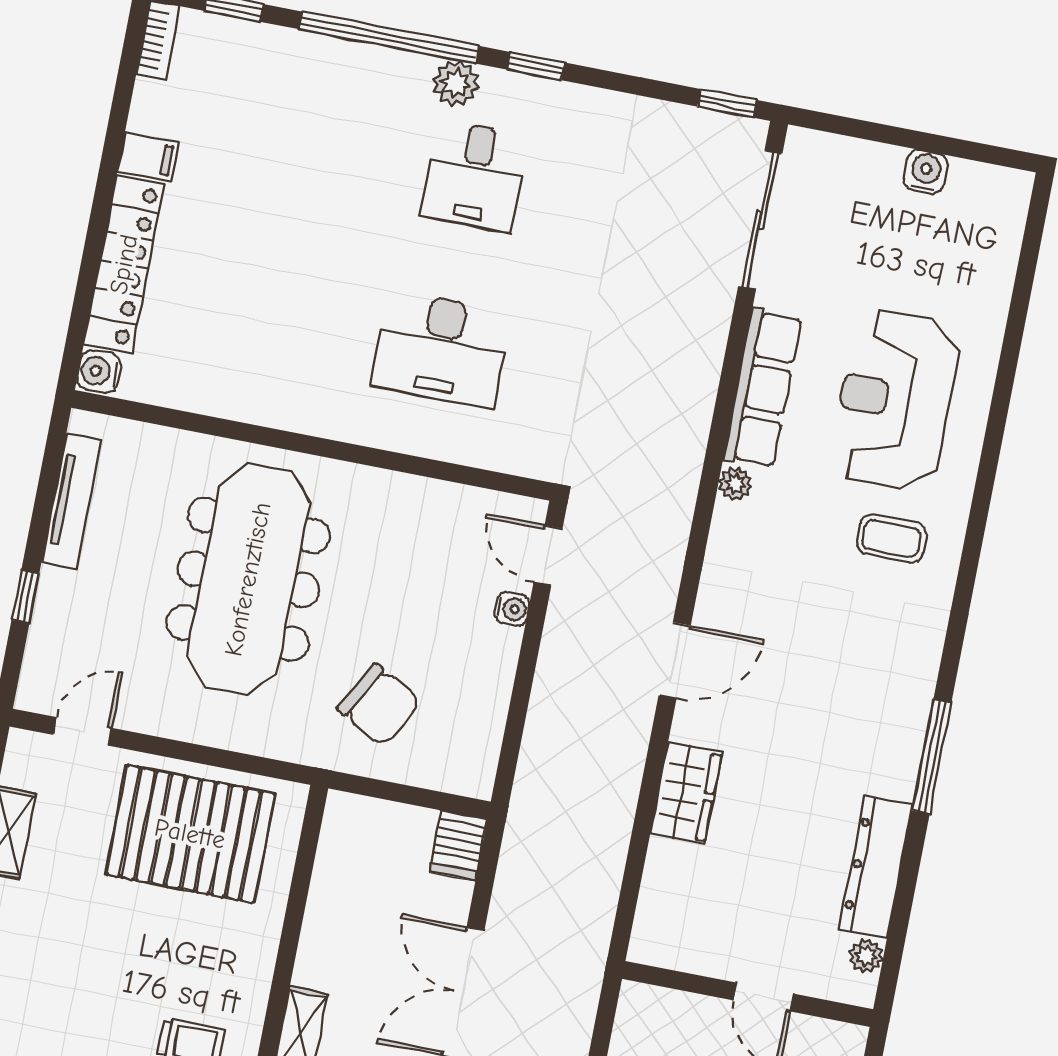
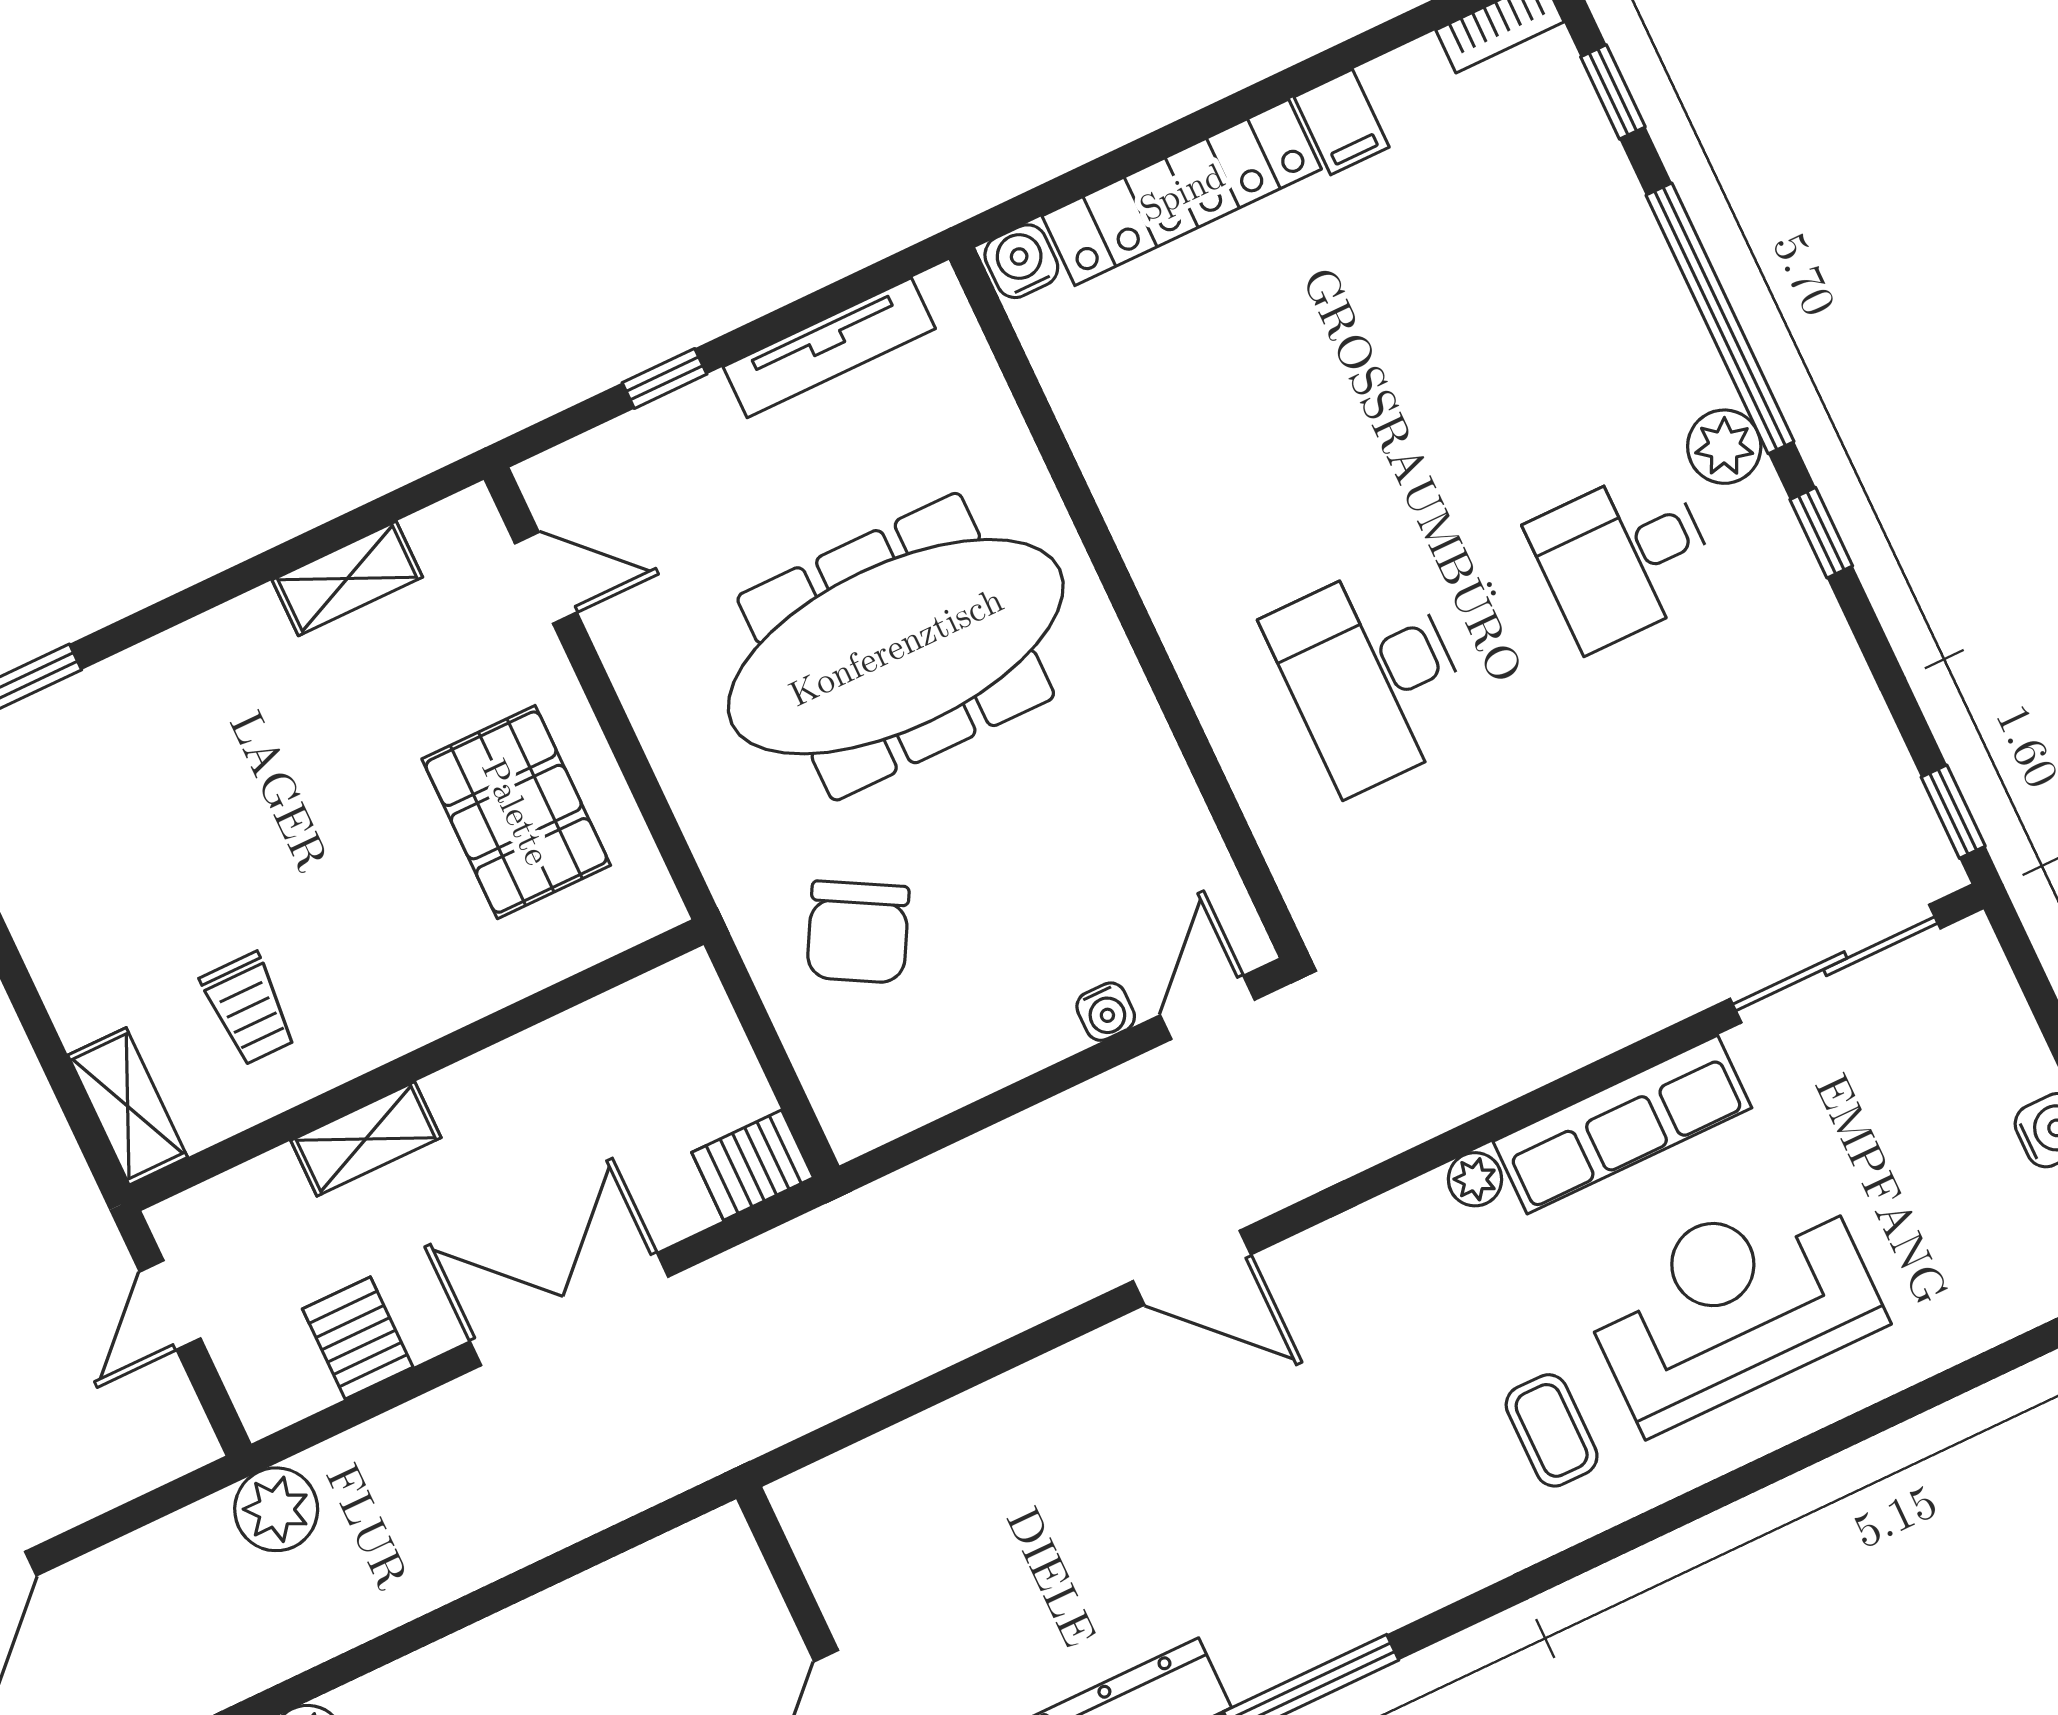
wardrobe: (686, 793) -> (1034, 1406), removed
pallet: (190, 834) -> (516, 812), width x0.73, depth x0.71

